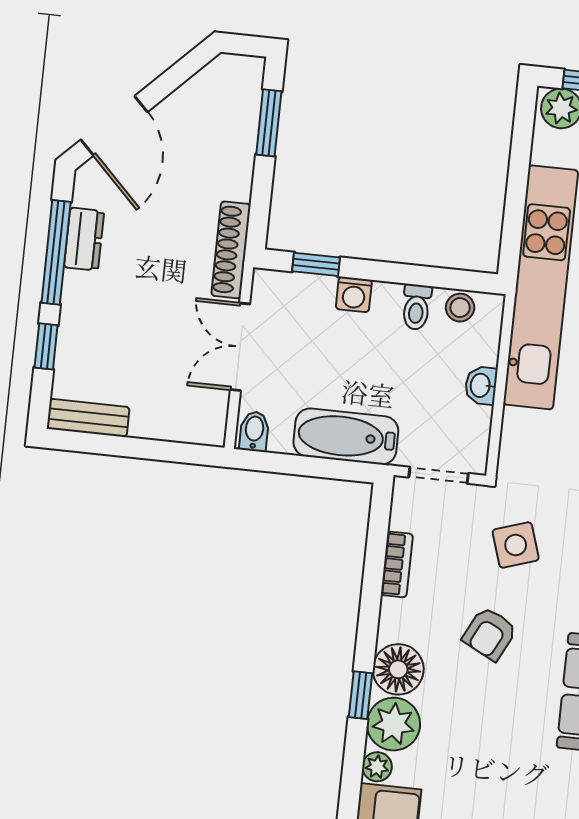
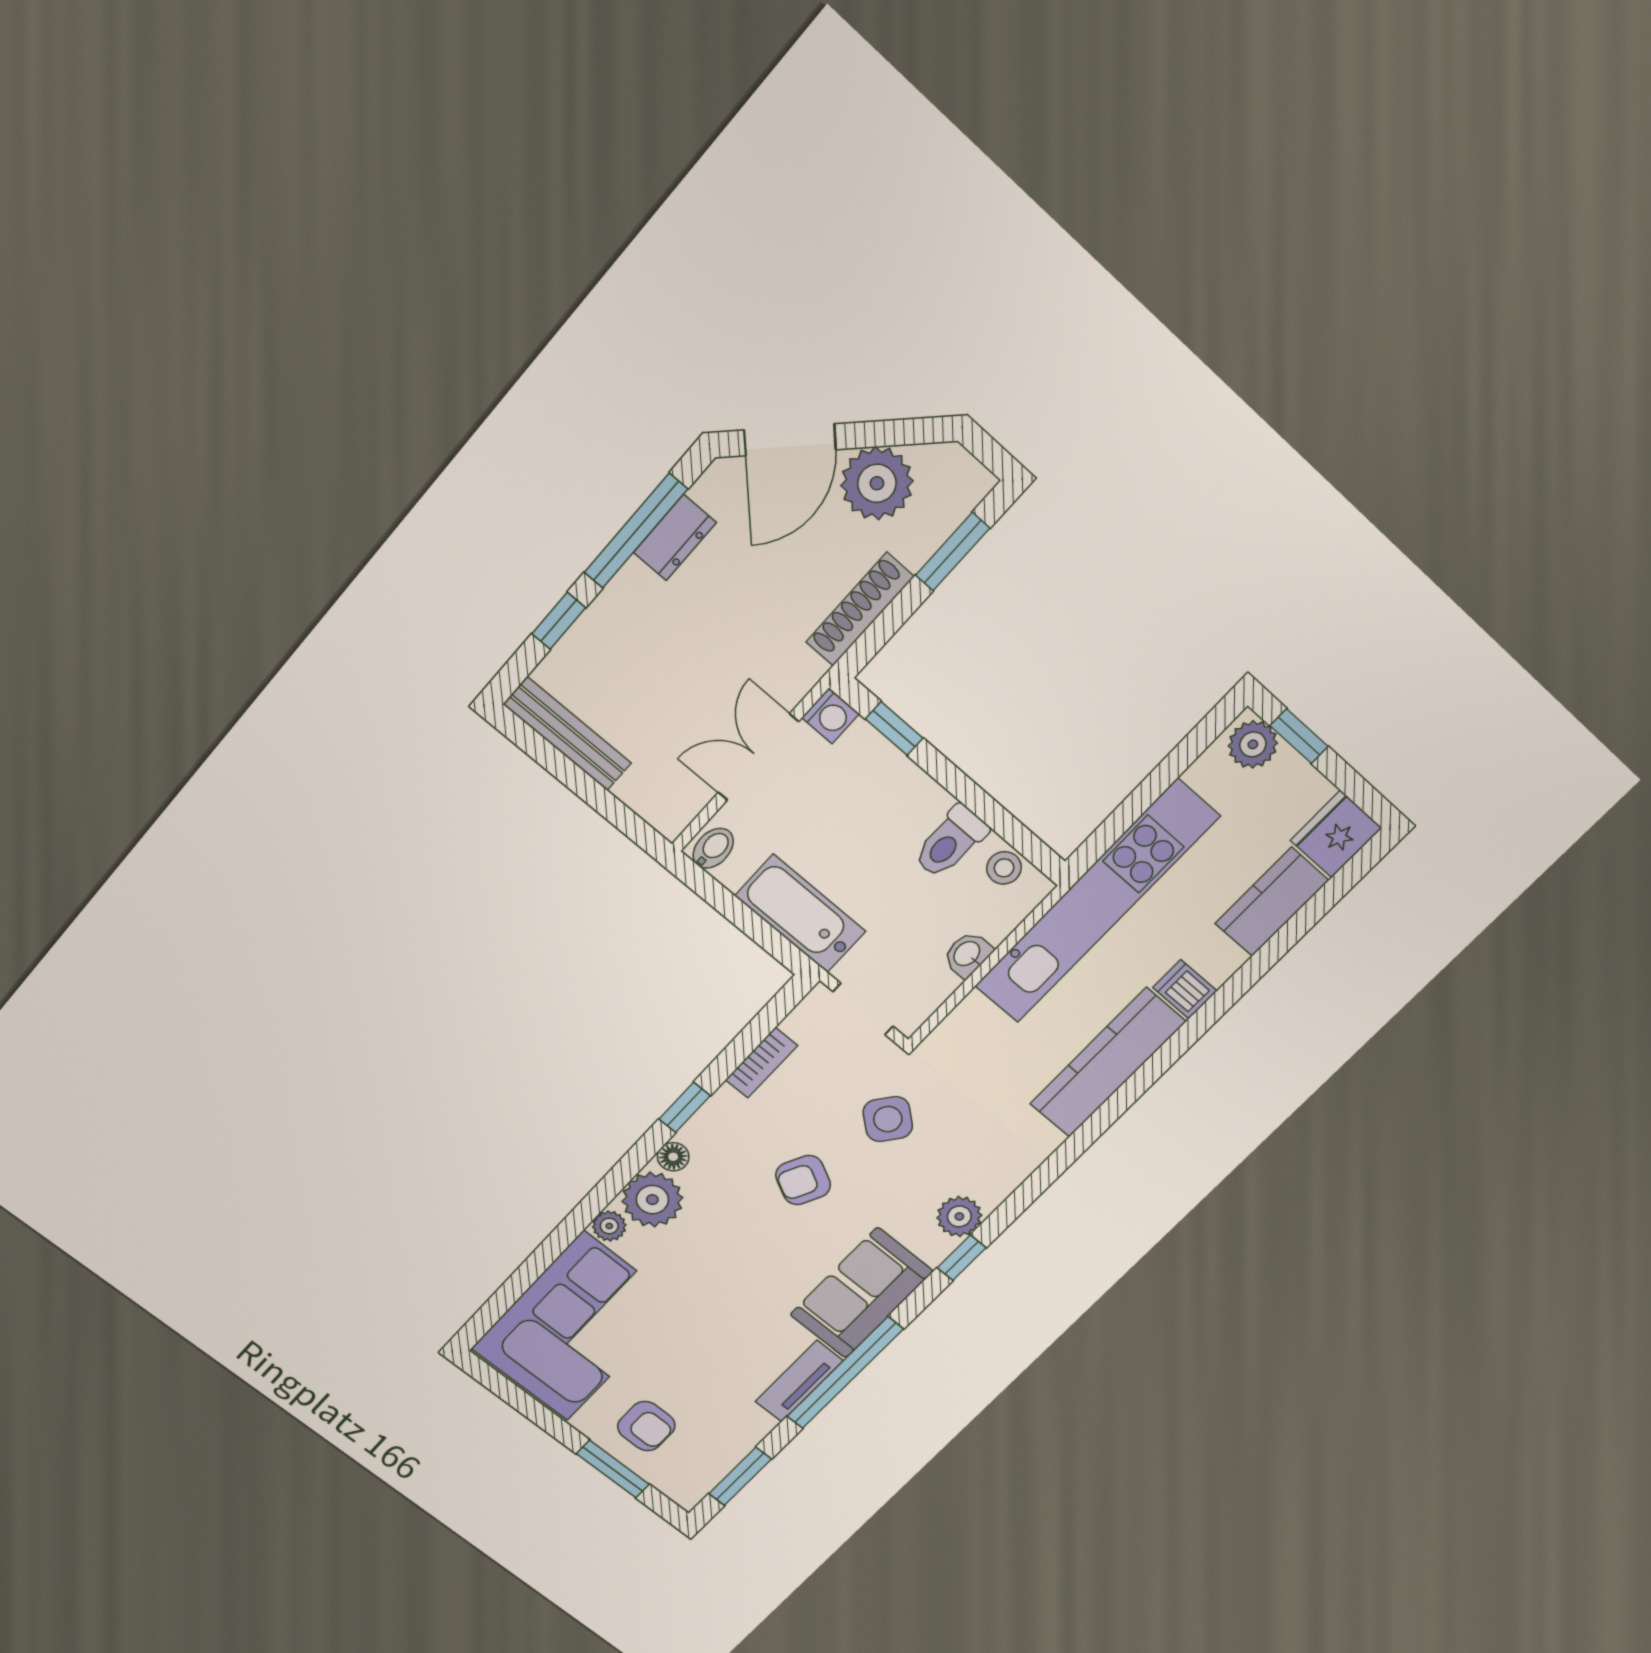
plant: (189, 114) -> (877, 483), added
shoe rack: (231, 250) -> (860, 609), moved
washing machine: (354, 294) -> (830, 716), moved, turned -90
toilet: (416, 307) -> (950, 842), width x1.37, depth x1.39
bench: (88, 418) -> (567, 734), width x1.36
side table: (516, 545) -> (888, 1119), turned -33
floor lamp: (398, 669) -> (673, 1157), width x0.53, depth x0.53
window: (360, 695) -> (685, 1107), moved

